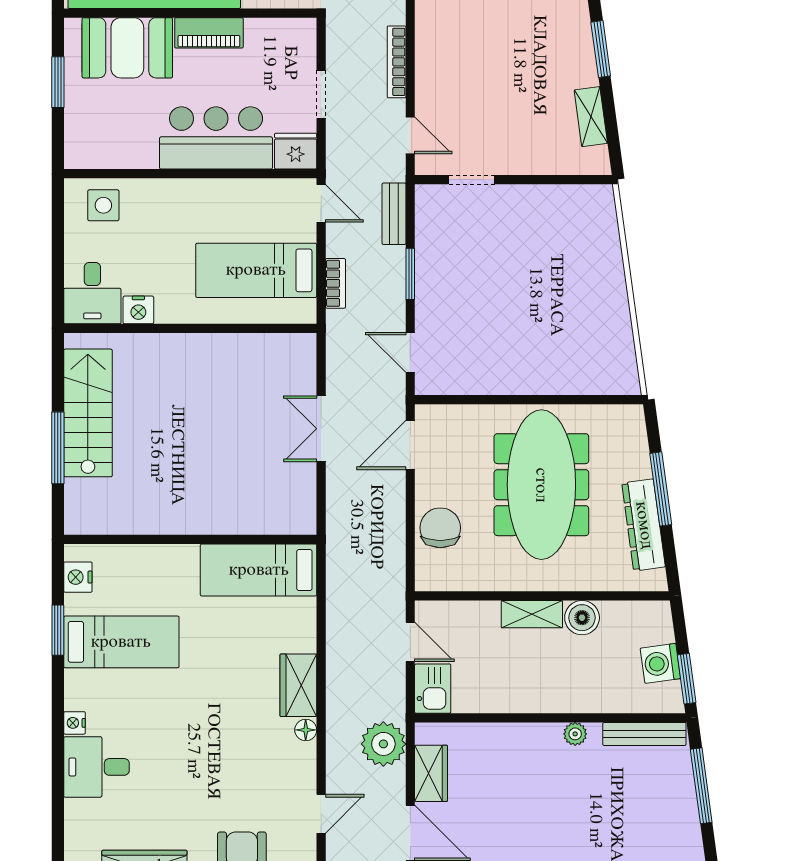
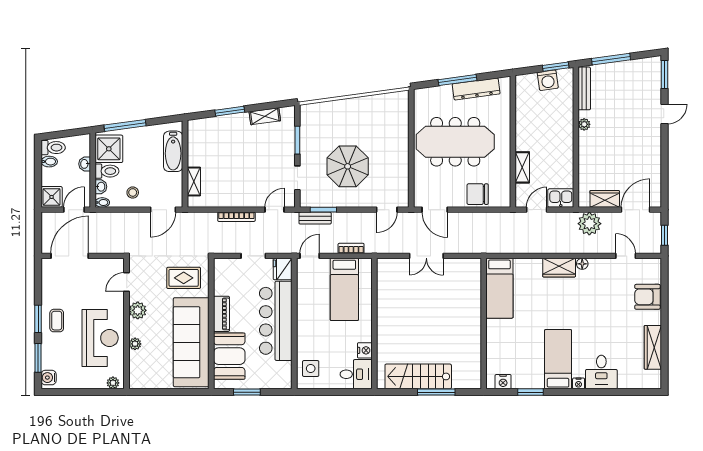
bar counter: (216, 138) -> (276, 321), width x1.36
window: (545, 180) -> (297, 140), added
window: (410, 274) -> (323, 210), moved
parasol: (494, 277) -> (348, 166), added
shelving: (532, 614) -> (522, 167), moved
boiler: (582, 618) -> (524, 121), removed
bed: (121, 642) -> (558, 359), moved

